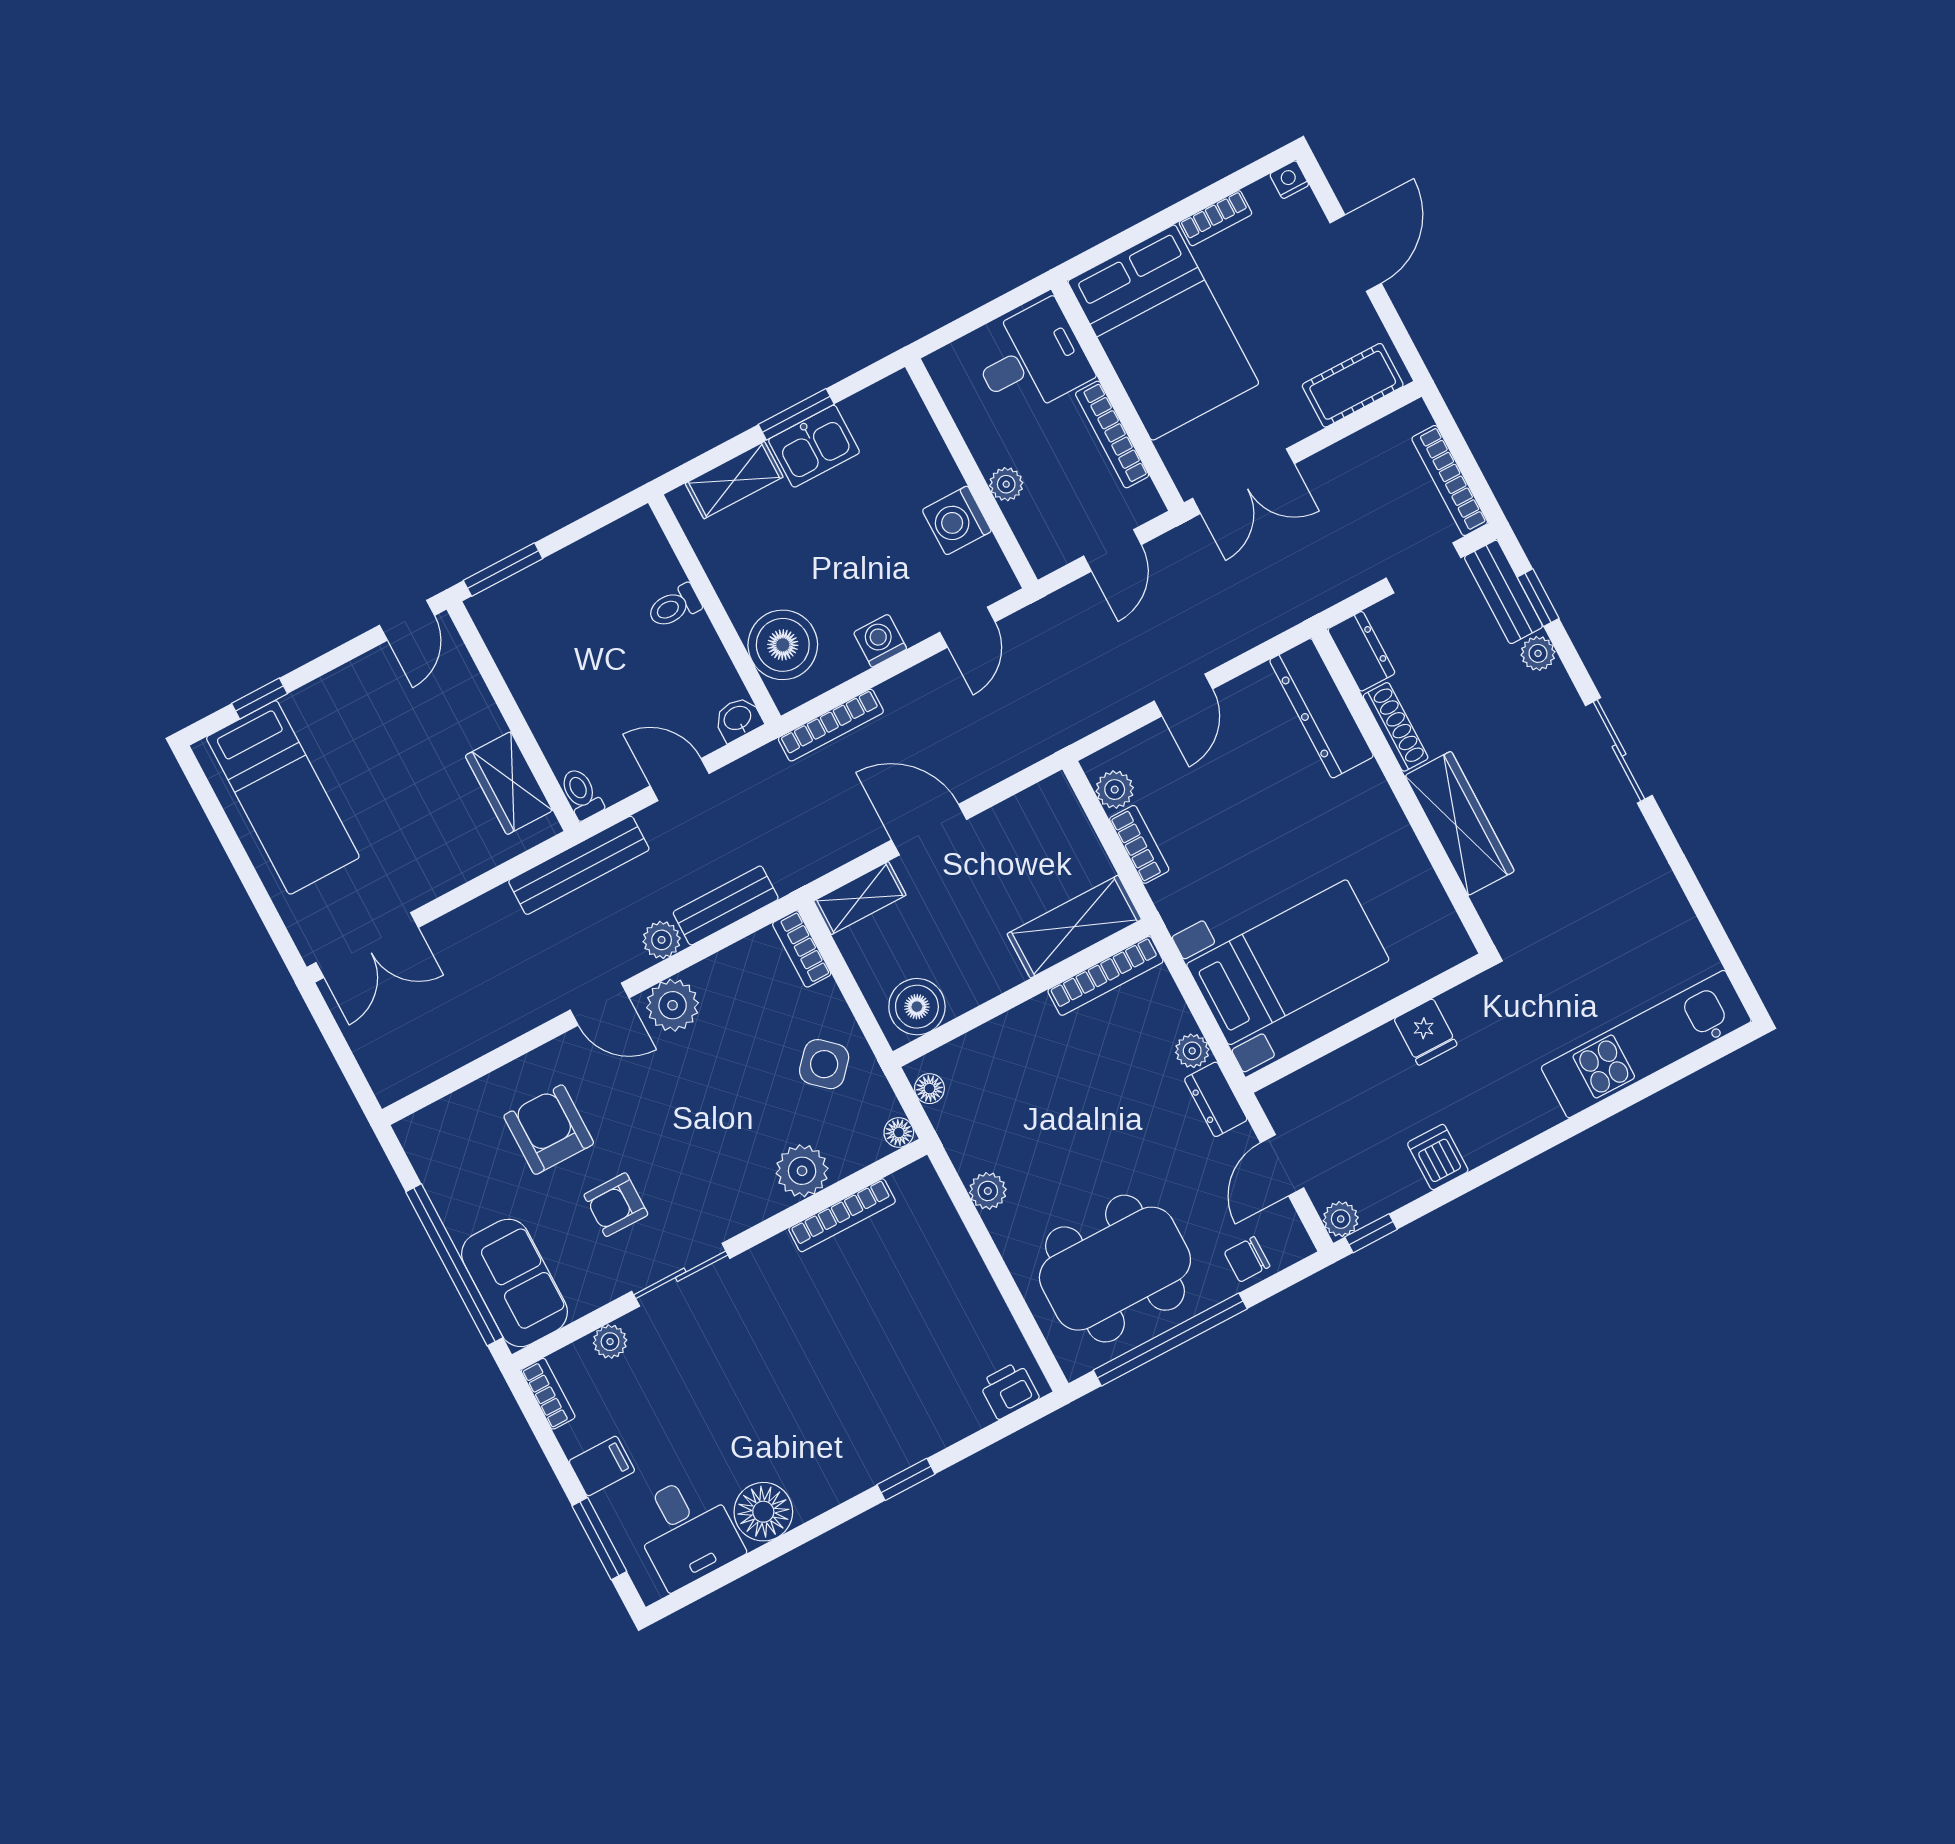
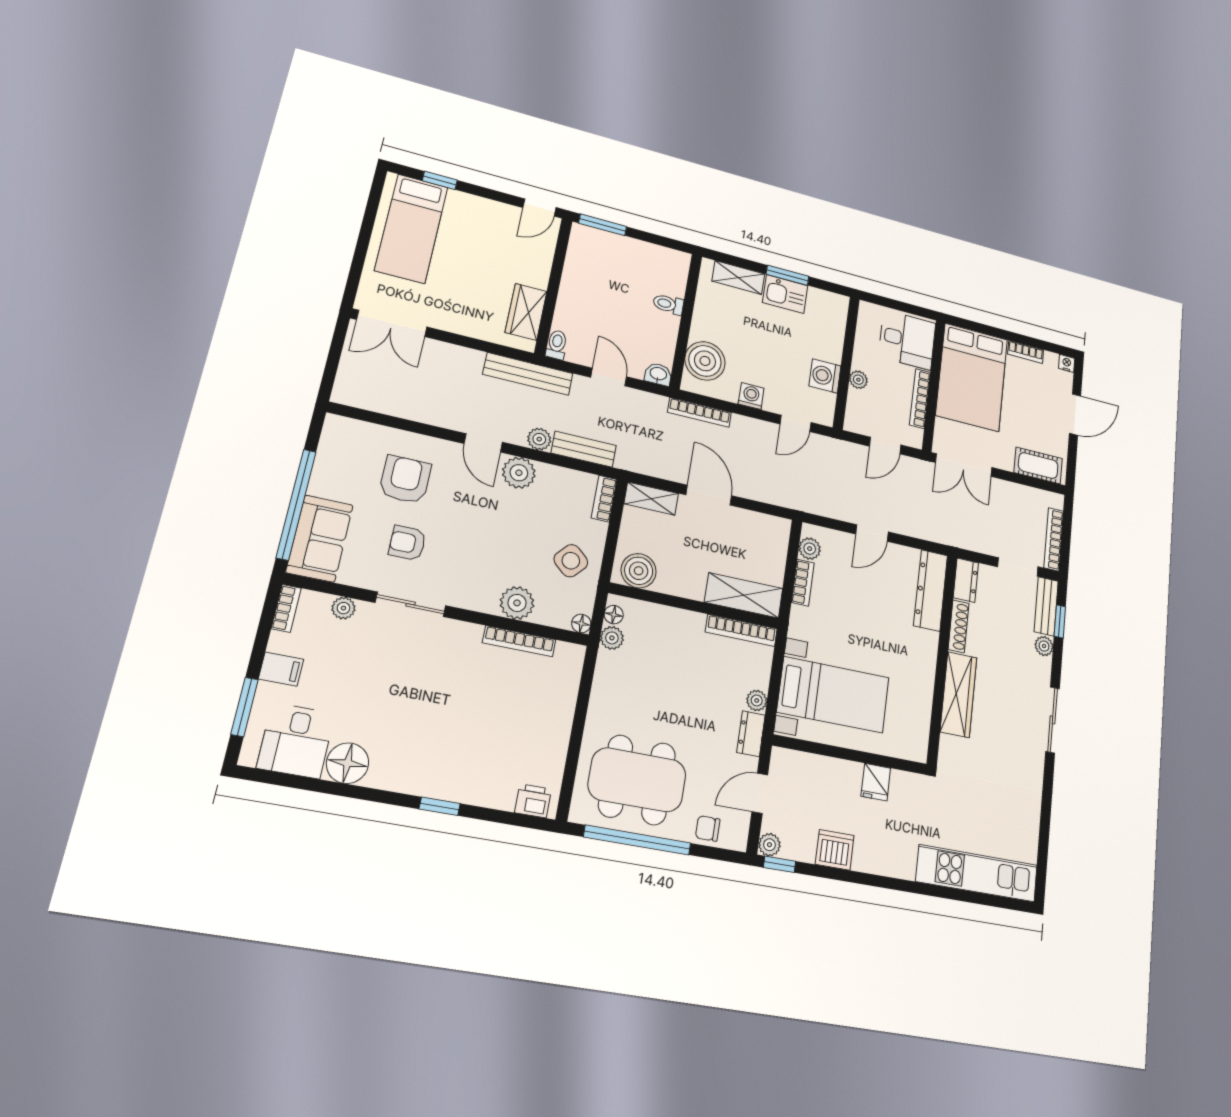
dishwasher: (1438, 1157) -> (835, 850), width x1.38
plant: (988, 1191) -> (612, 638), moved

